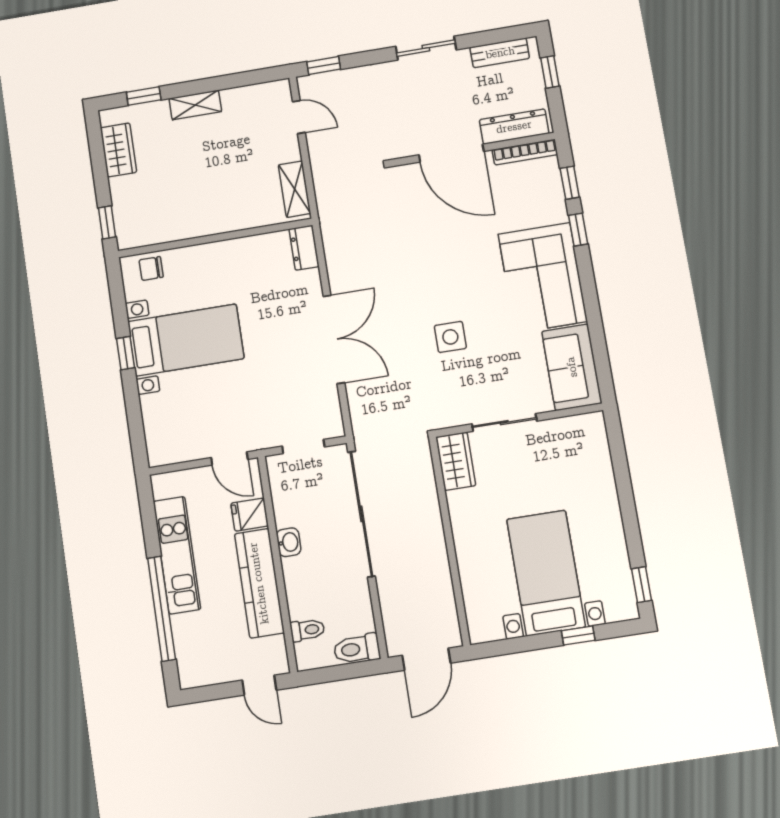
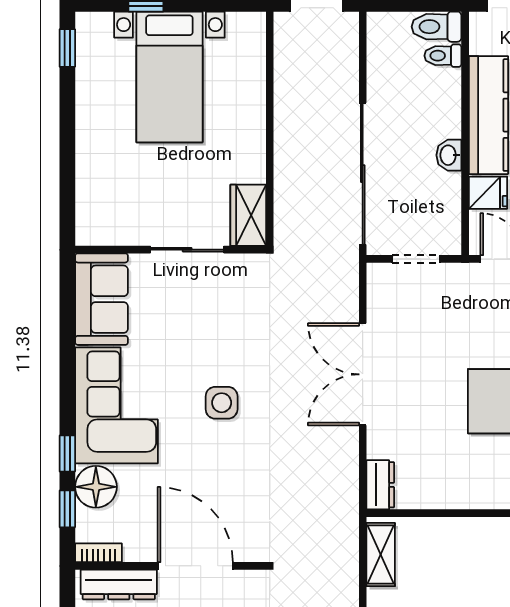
bookcase: (525, 152) -> (98, 553), width x0.64
floor lamp: (548, 205) -> (96, 487), added
side table: (450, 337) -> (222, 403), moved
toilet: (357, 649) -> (436, 27), moved, turned 180

